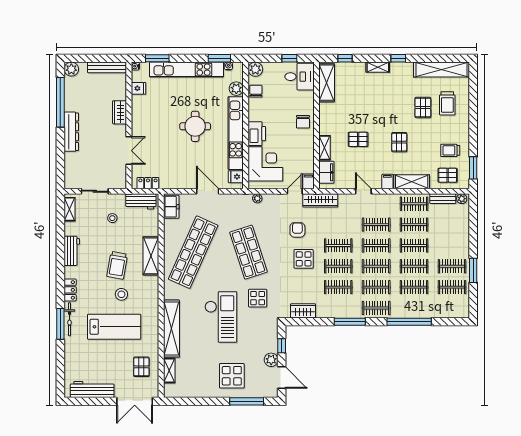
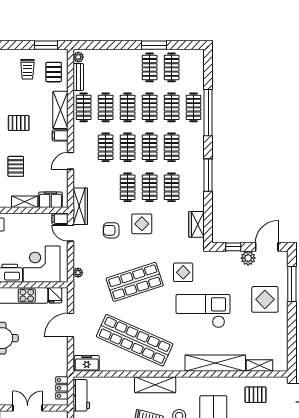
shelving: (151, 256) -> (155, 385), moved
clothes rail: (376, 308) -> (194, 107), moved

